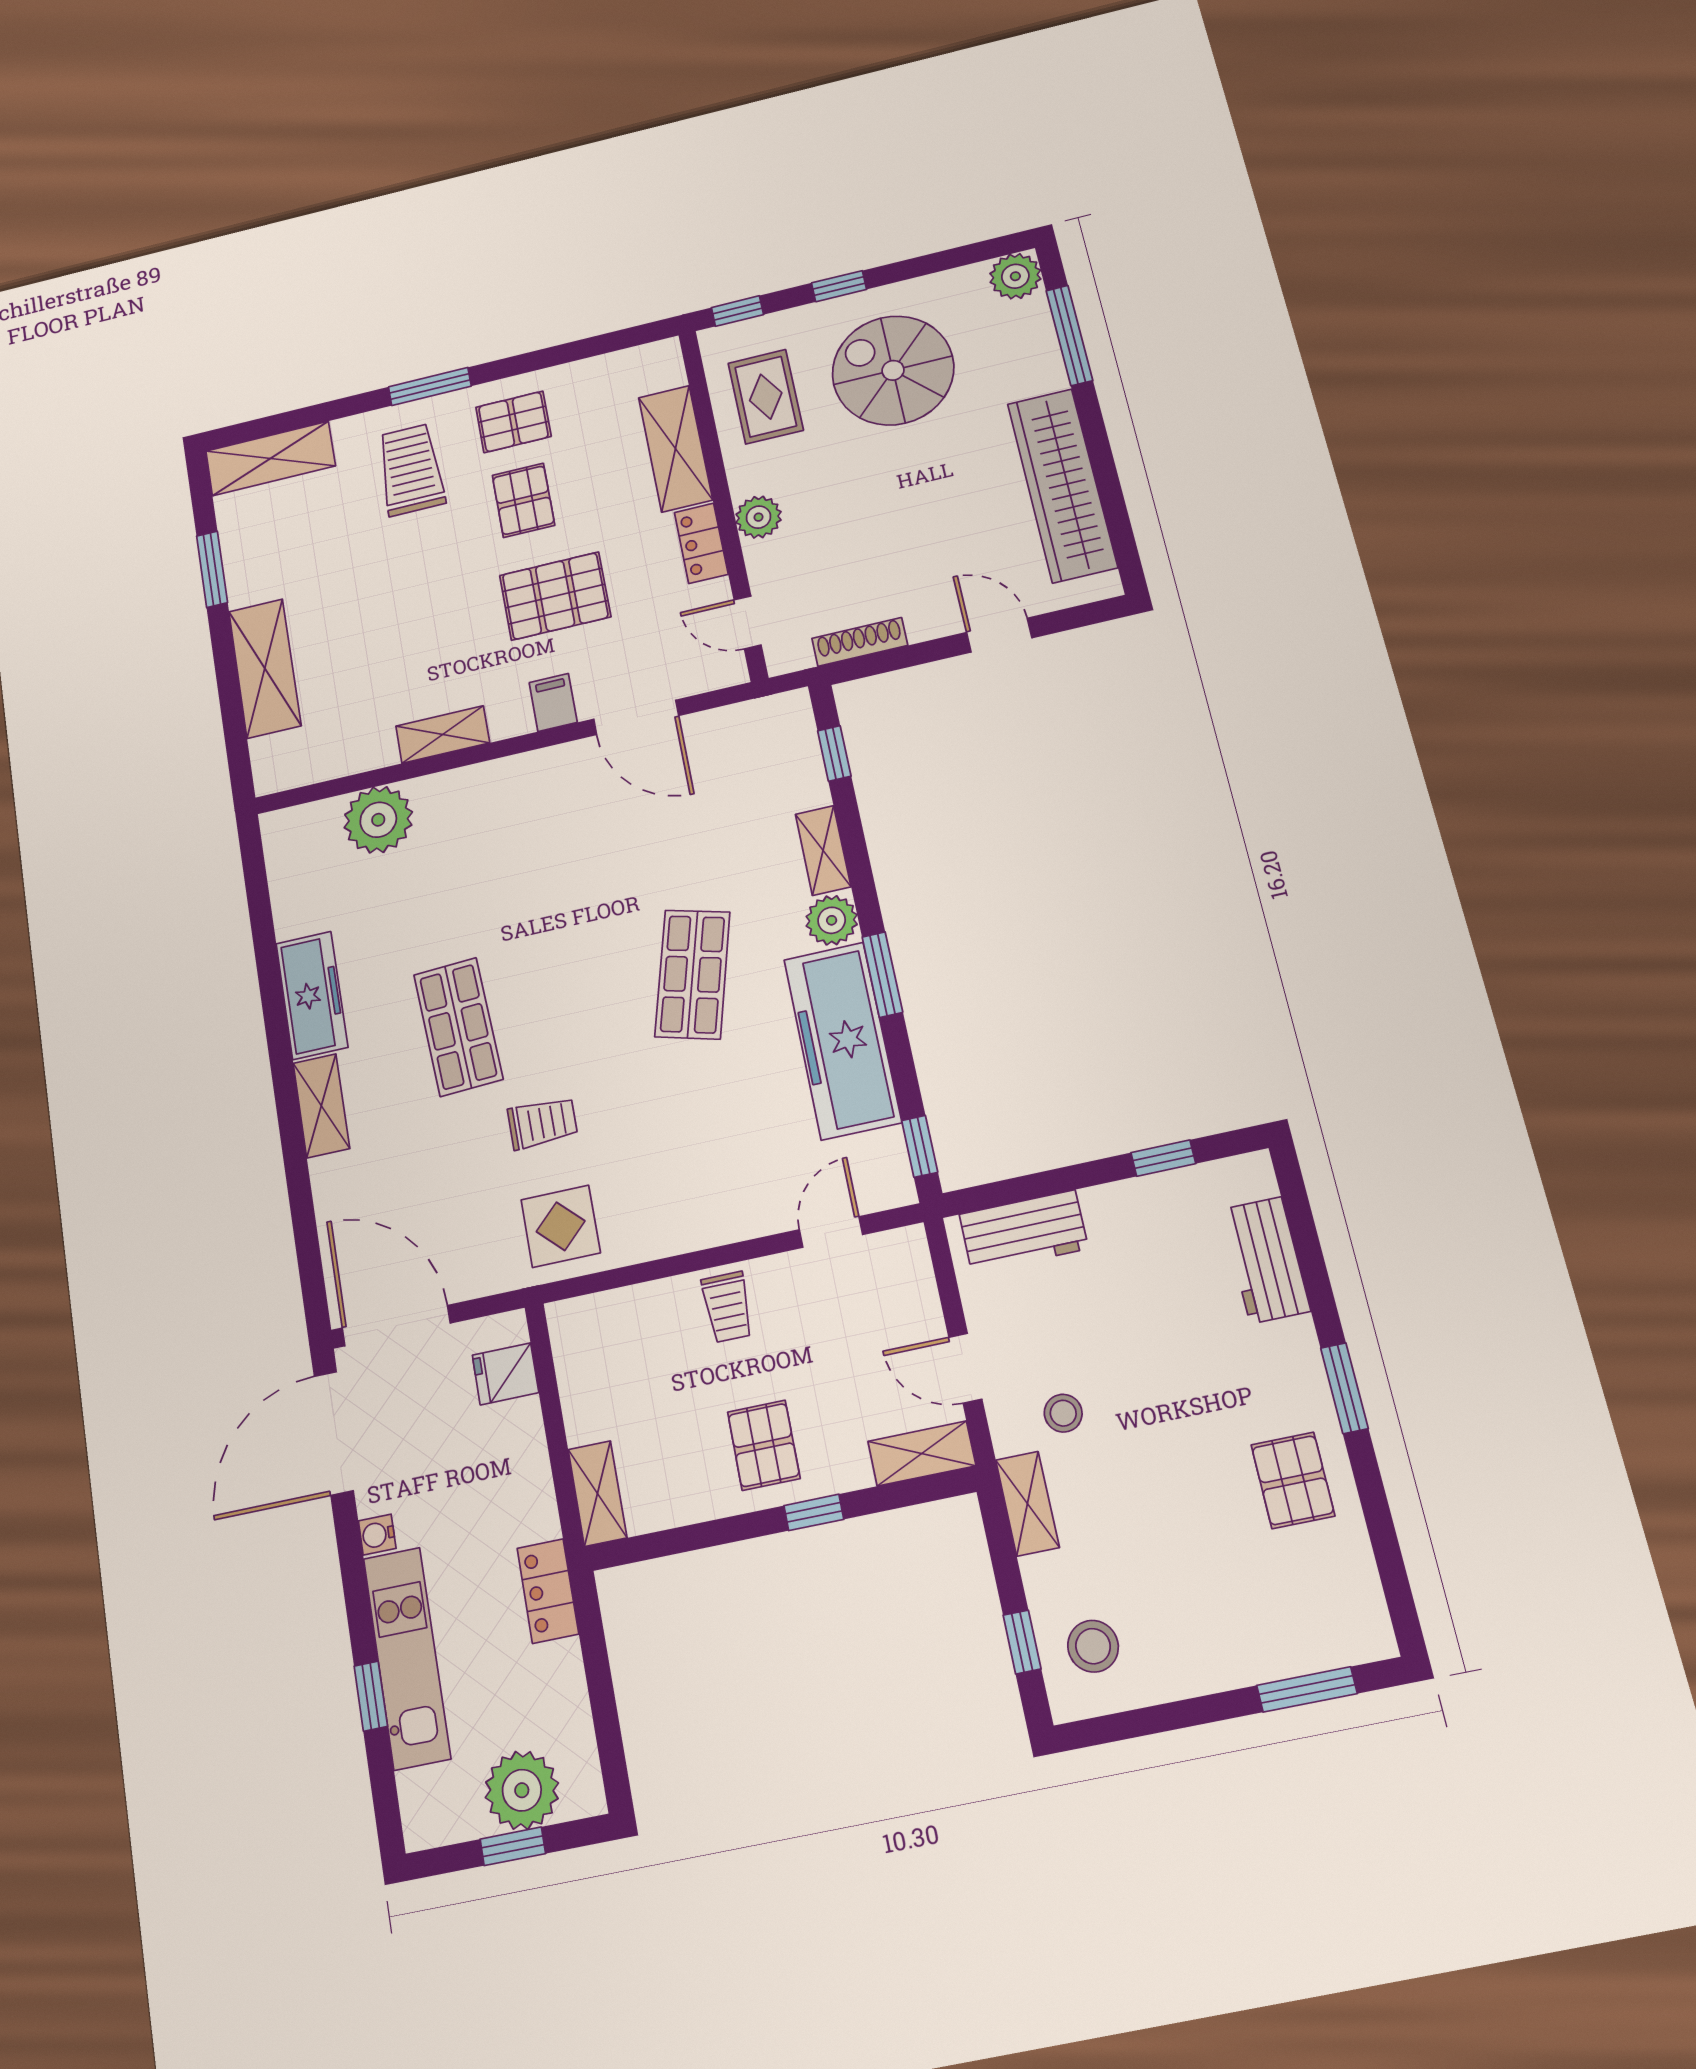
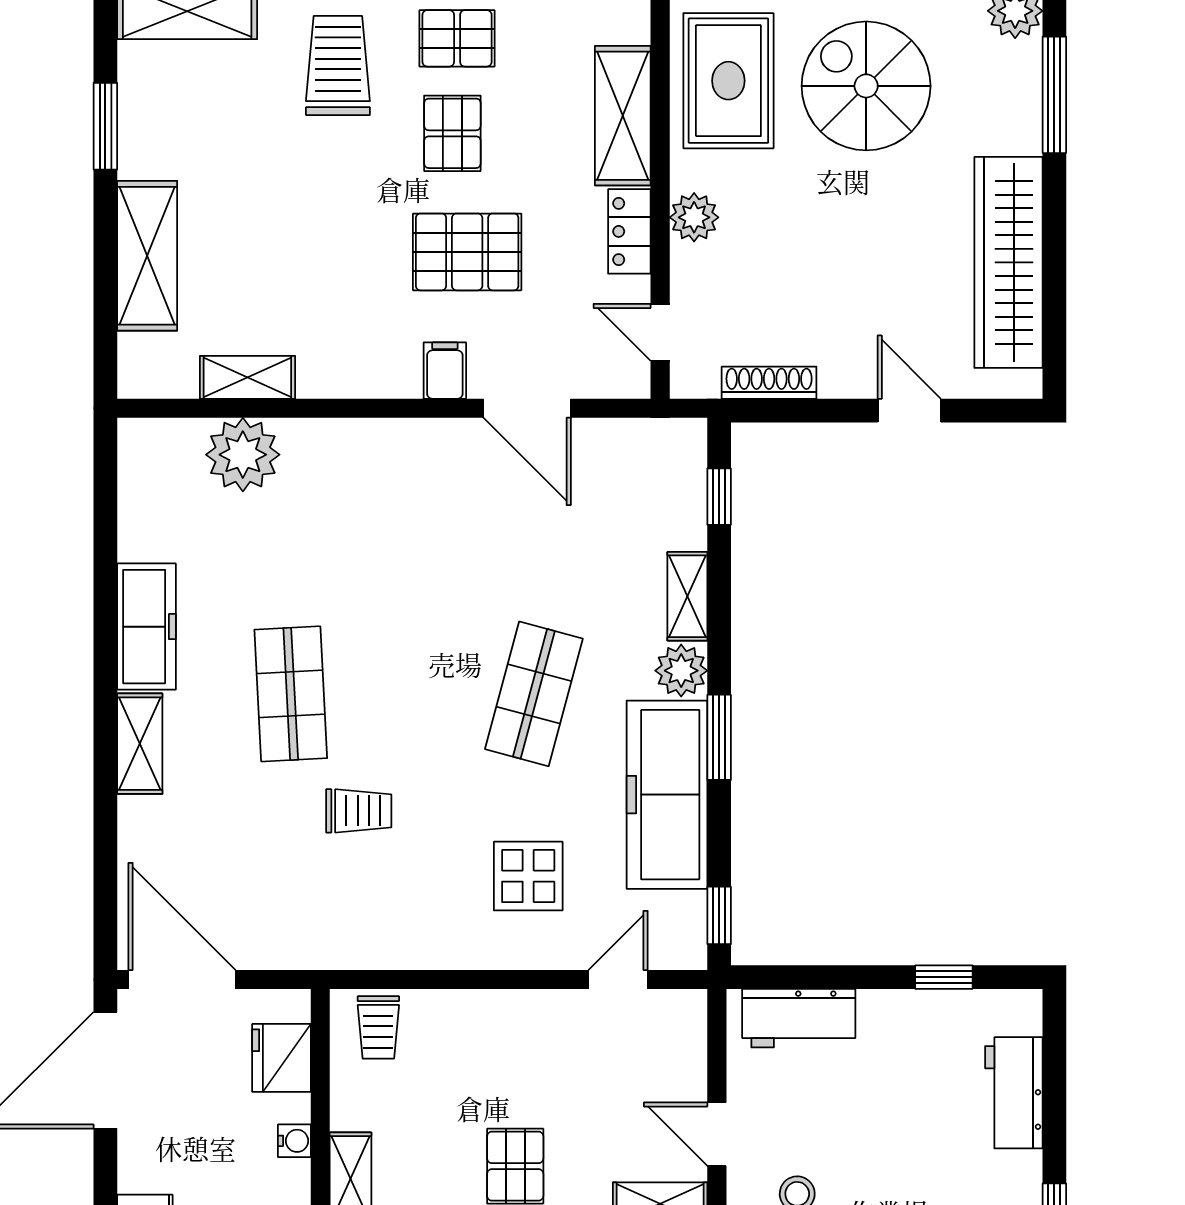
rug: (766, 397) -> (728, 81), width x1.36, depth x1.43
shelving: (443, 735) -> (247, 377), moved
display table: (561, 1226) -> (528, 876), moved
trolley: (727, 1307) -> (378, 1027), moved
fridge: (505, 1374) -> (282, 1058), width x1.38
water cooler: (377, 1535) -> (294, 1141), moved, turned 180

